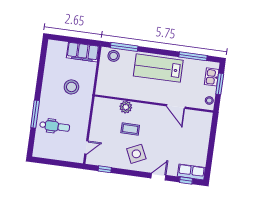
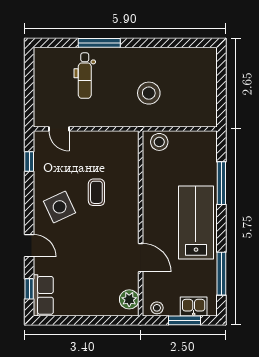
window: (124, 47) -> (221, 183), moved
filing cabinet: (83, 52) -> (205, 103), removed
stool: (114, 56) -> (159, 142), moved
plant: (126, 107) -> (129, 299), moved
door: (176, 107) -> (141, 258), swing flipped

